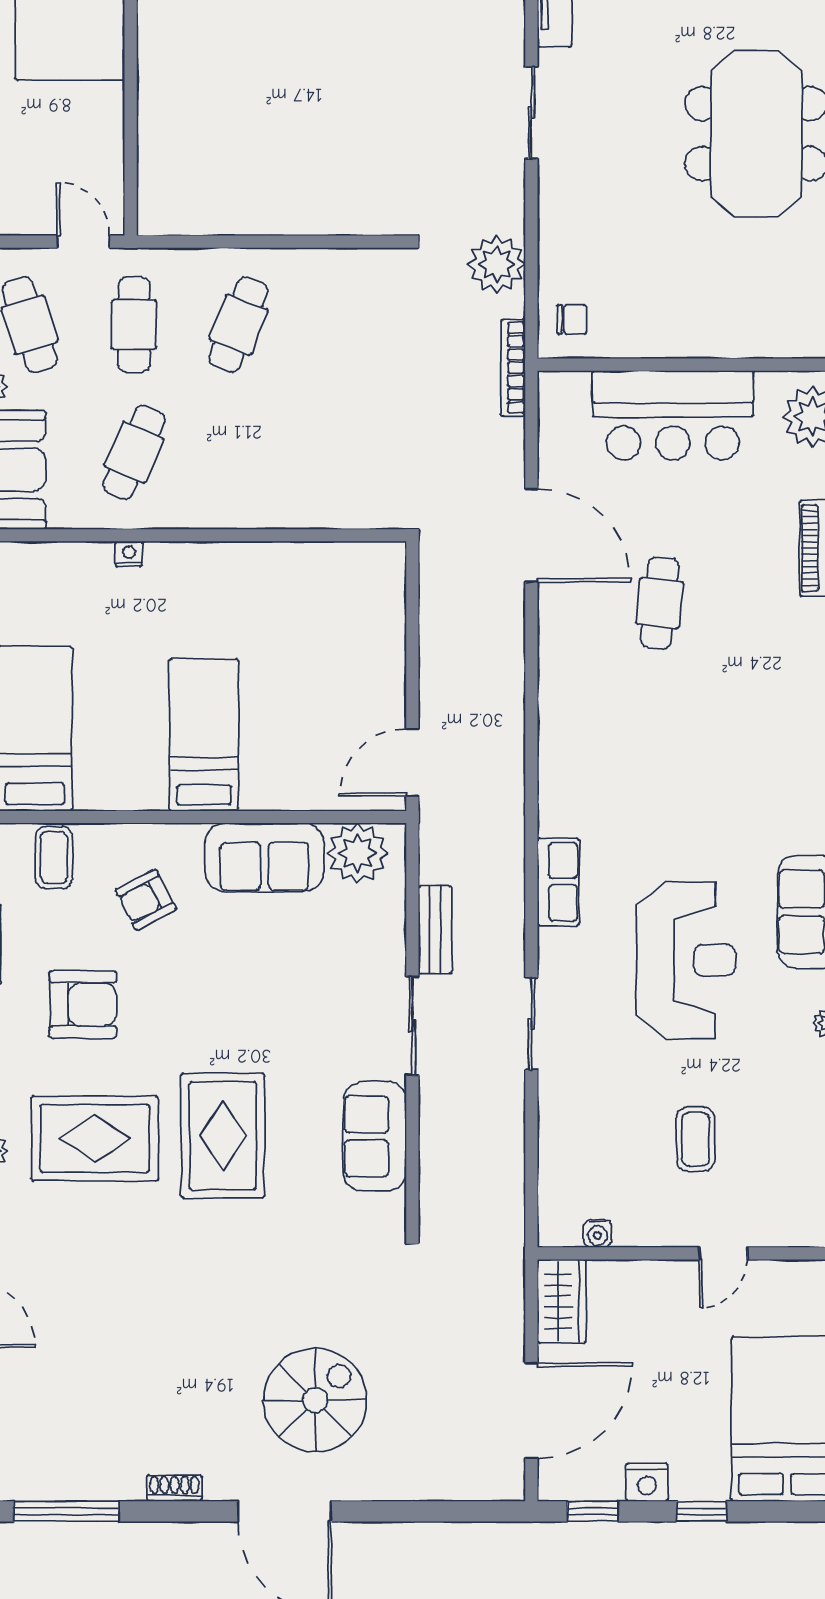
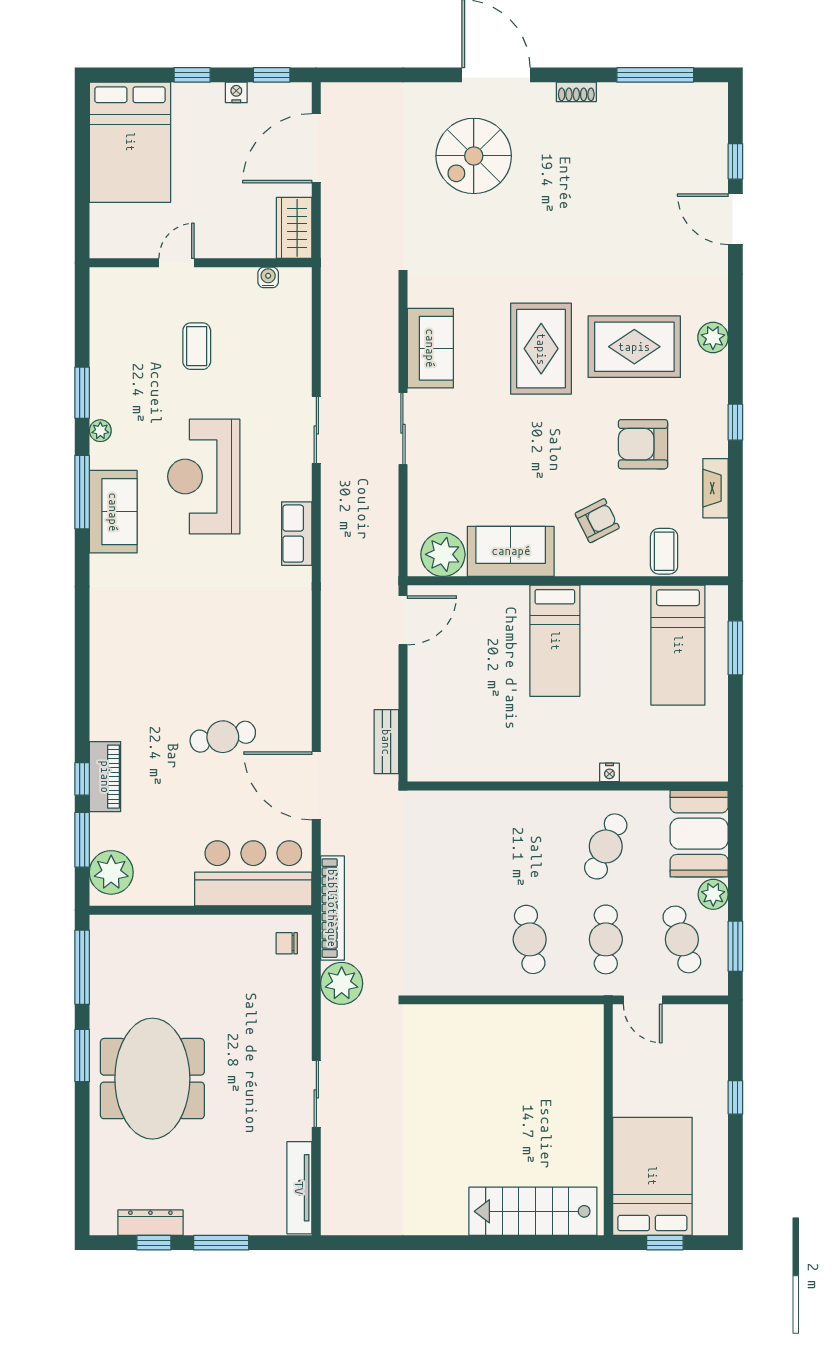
cafe table: (238, 325) -> (530, 939), turned -30
bookcase: (513, 368) -> (332, 908), width x1.48, depth x1.31
bar counter: (673, 415) -> (253, 873), moved
cafe table: (660, 603) -> (223, 737), turned 73
bench: (435, 930) -> (386, 742), moved
nightstand: (647, 1482) -> (236, 92), width x0.72, depth x0.74

